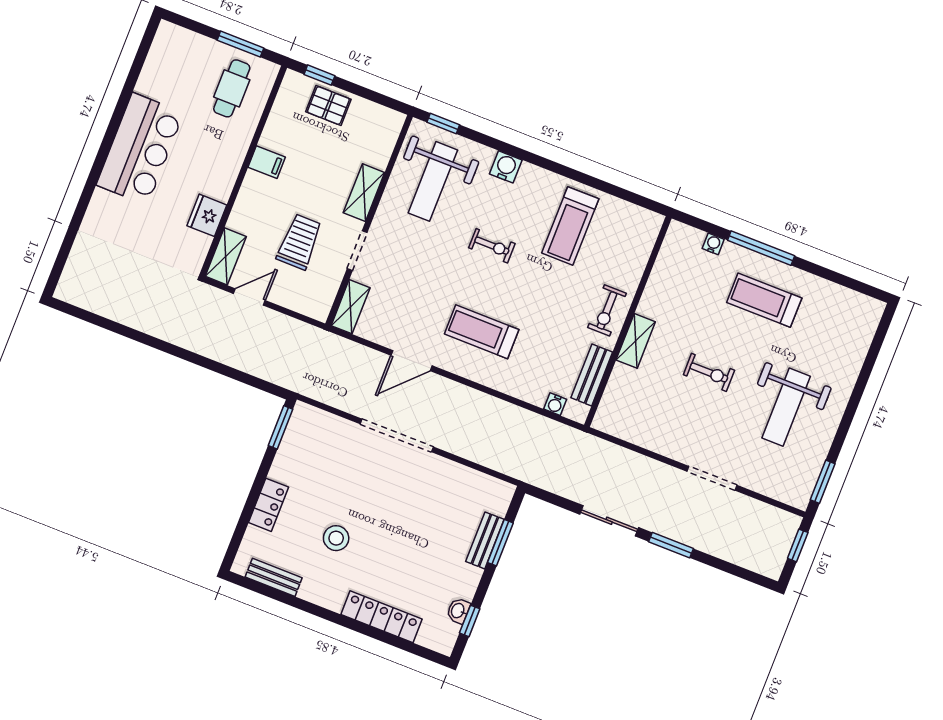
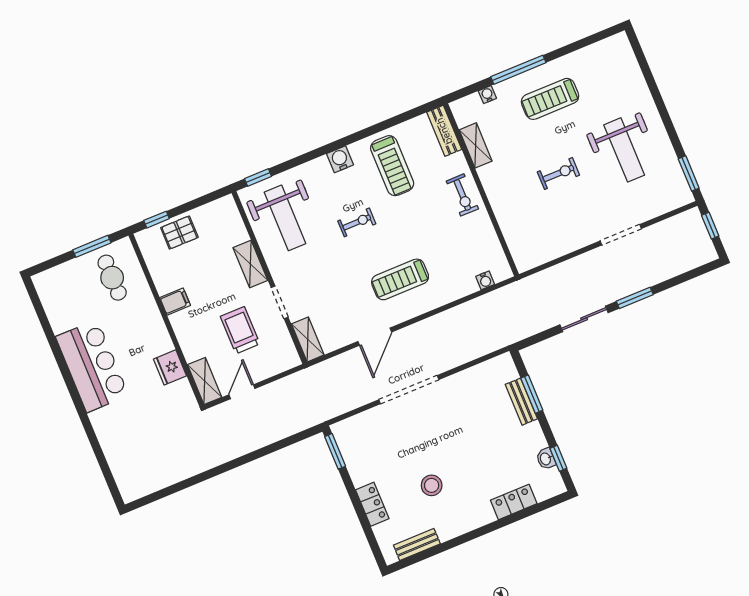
water cooler: (506, 167) -> (340, 159), moved
shelving: (636, 341) -> (476, 145), moved
bench: (592, 375) -> (444, 131), moved
locker: (381, 617) -> (514, 502), width x0.66

